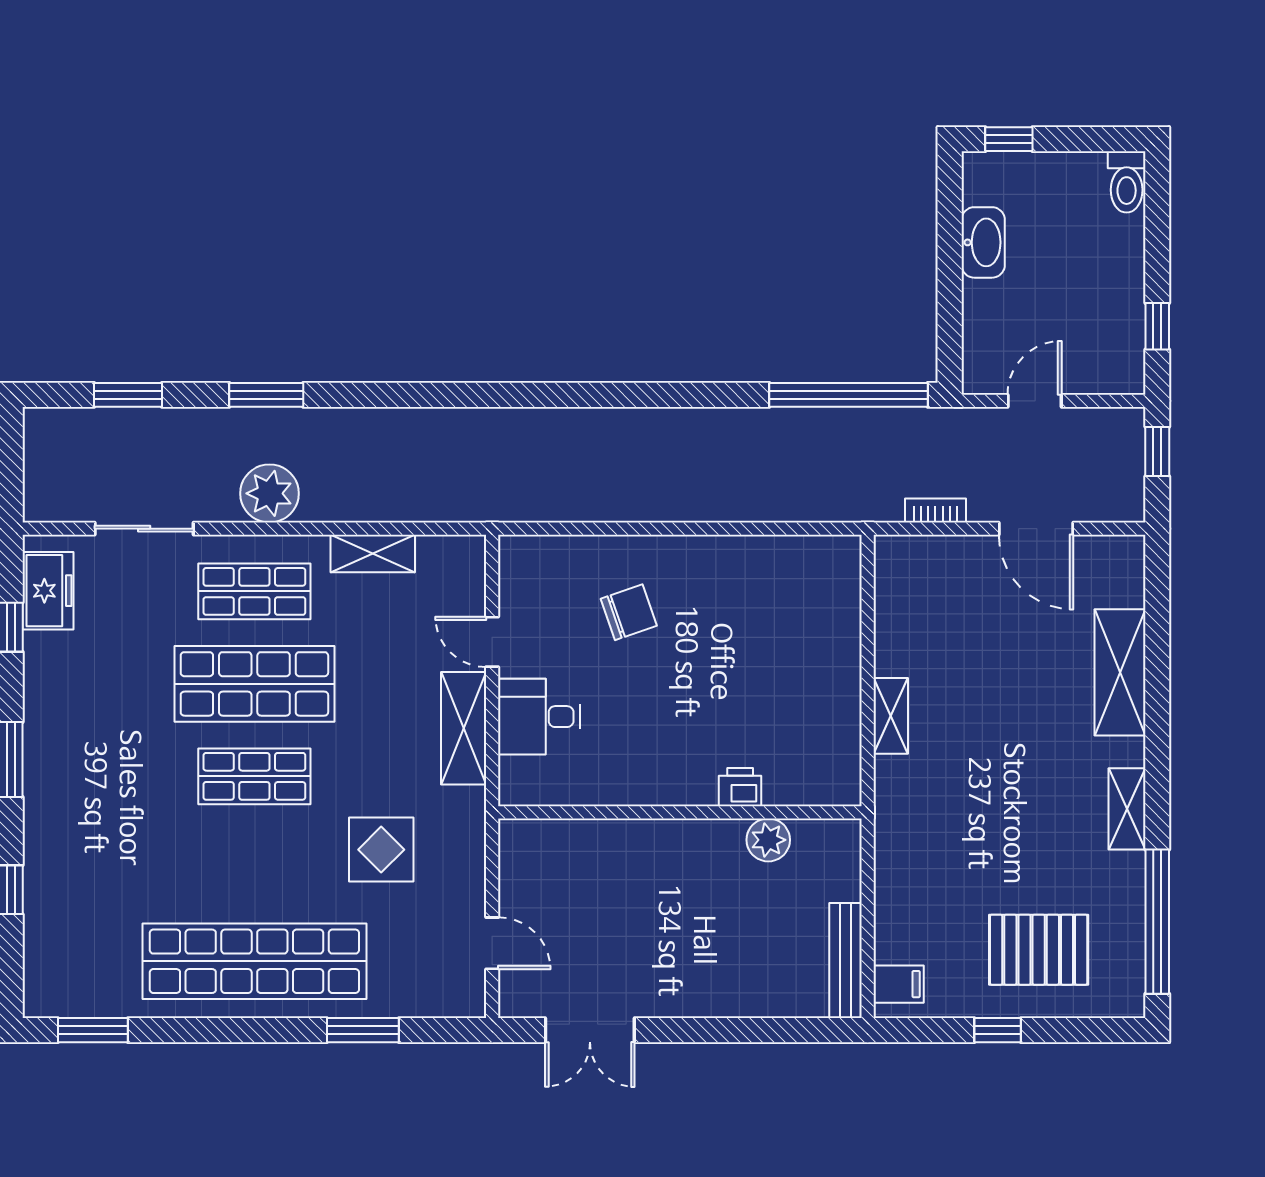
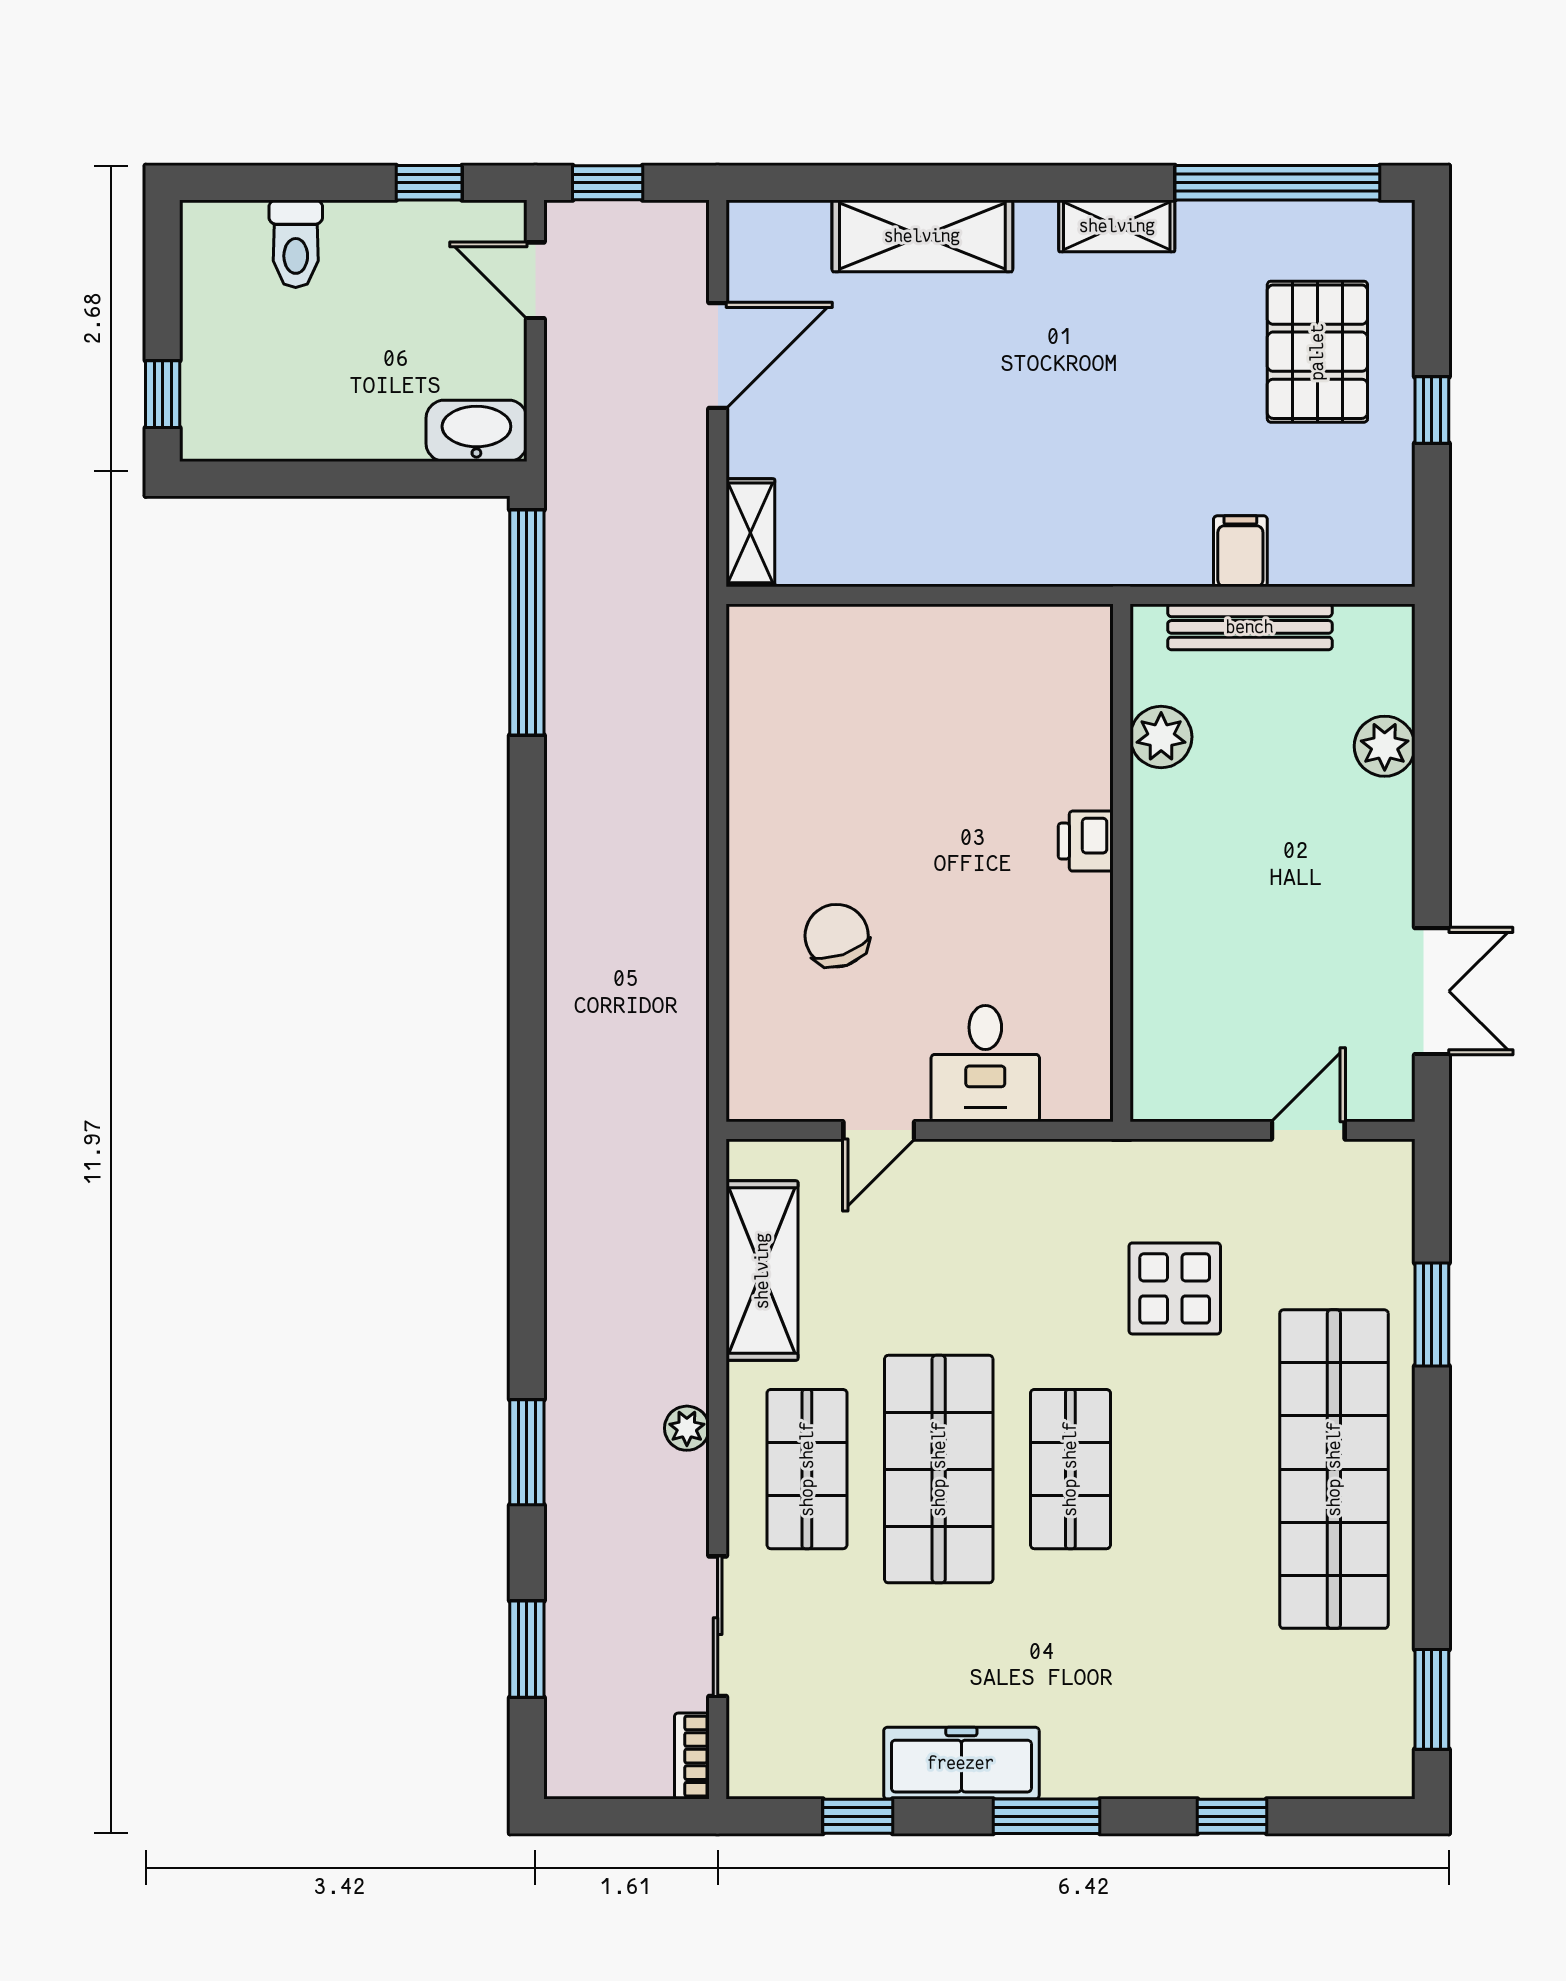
toilet: (1127, 182) -> (296, 244), moved, turned 90
washbasin: (983, 242) -> (476, 431), moved
door: (1035, 401) -> (535, 280), moved
plant: (269, 493) -> (687, 1428), width x0.53, depth x0.53
bookcase: (935, 511) -> (692, 1756), moved
shelving: (373, 554) -> (762, 1271), width x1.50, depth x1.33
freezer: (48, 591) -> (961, 1763), moved, width x1.40
shelving: (891, 716) -> (750, 533), moved, turned 90
shelving: (464, 728) -> (1002, 1171), removed
printer: (740, 787) -> (1086, 841), moved
bench: (845, 960) -> (1250, 627), moved
filing cabinet: (899, 984) -> (1240, 551), moved
plant: (762, 997) -> (1385, 746), added

